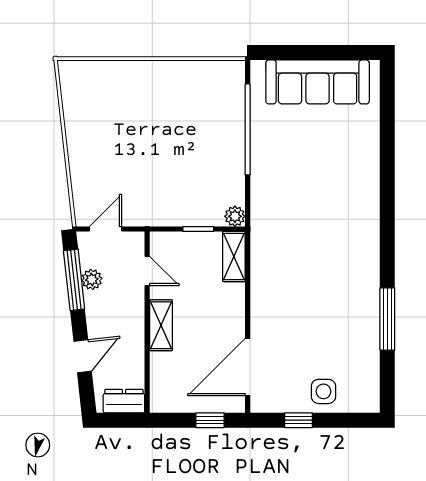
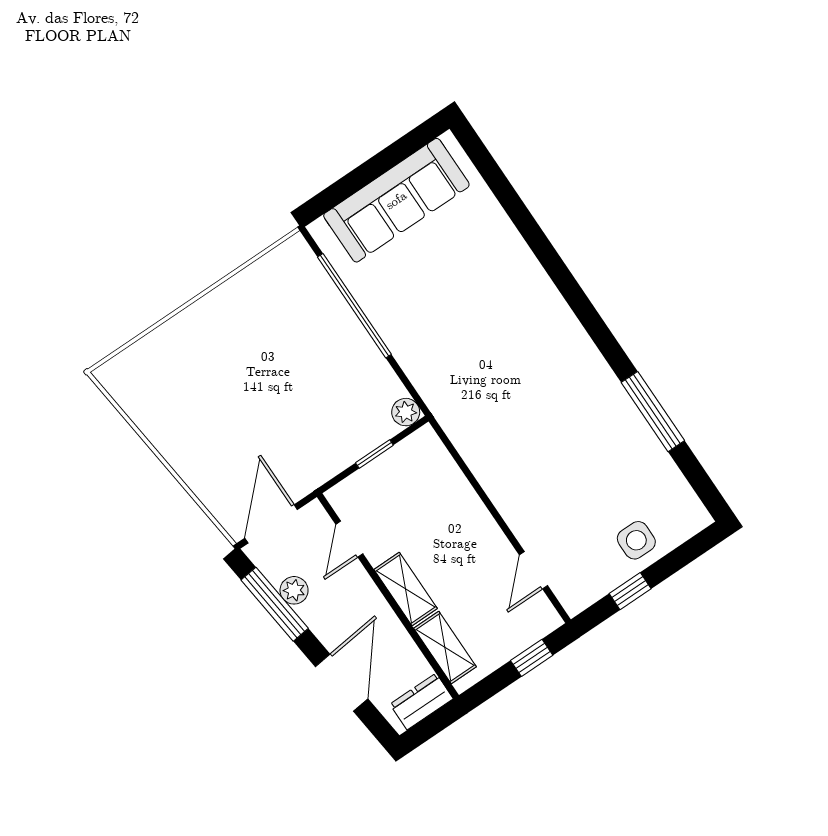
door: (105, 229) -> (271, 524), width x1.38
shelving: (234, 257) -> (445, 647), moved
door: (147, 271) -> (349, 539), swing flipped
door: (83, 356) -> (342, 683), width x1.38
door: (248, 367) -> (534, 570), width x0.53

